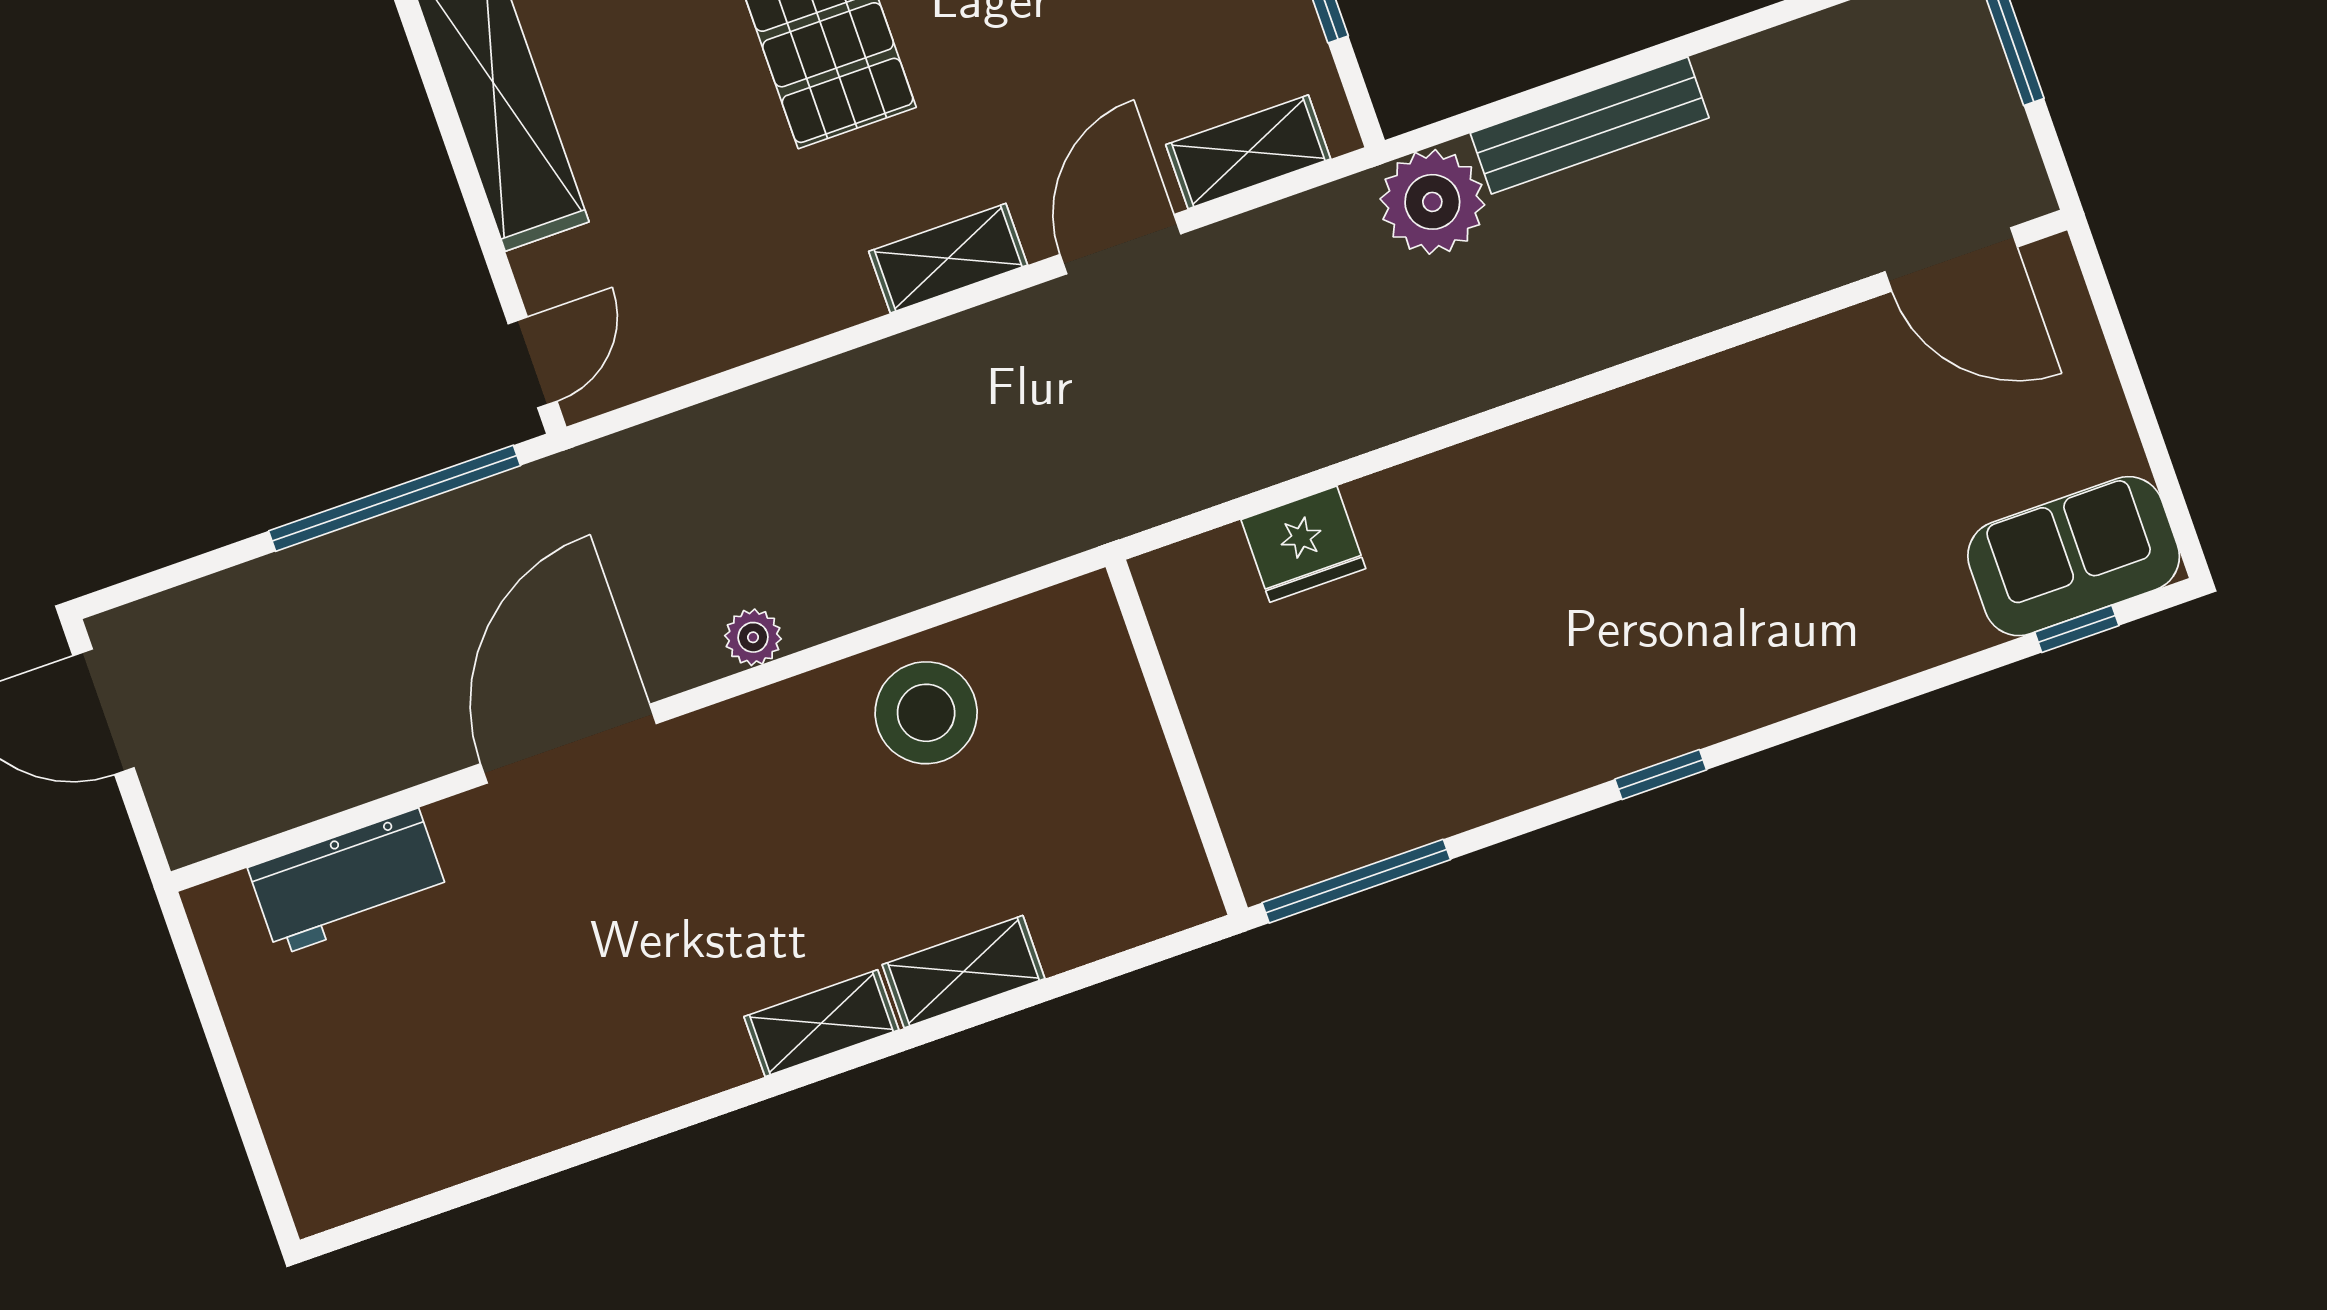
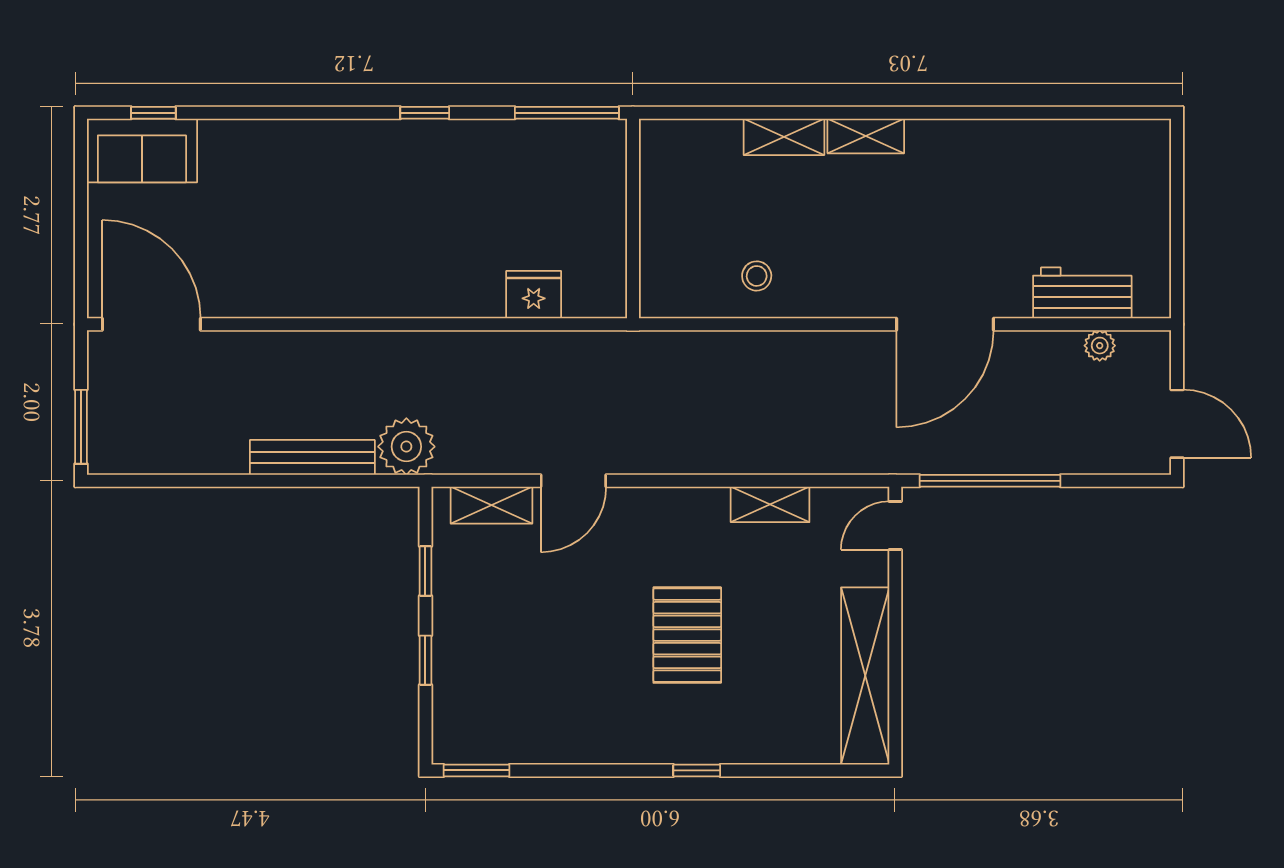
shelving: (948, 258) -> (770, 504), moved
door: (1951, 259) -> (151, 324), width x1.36
plant: (753, 637) -> (1100, 346), moved
stool: (926, 713) -> (757, 276), width x0.53, depth x0.53
window: (1661, 775) -> (425, 113), moved

